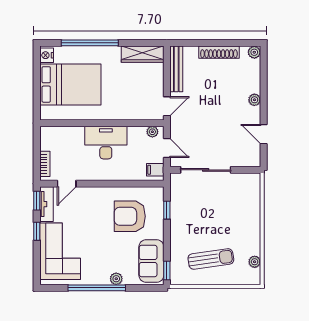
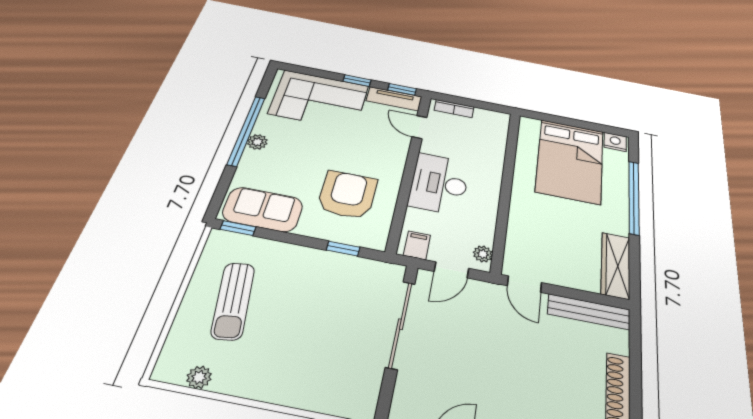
desk: (106, 143) -> (439, 184), moved, turned 180
plant: (116, 279) -> (257, 142), moved

